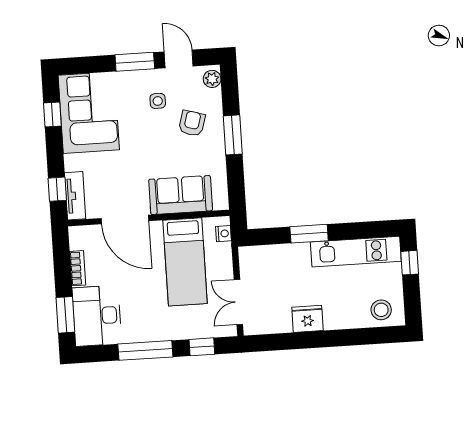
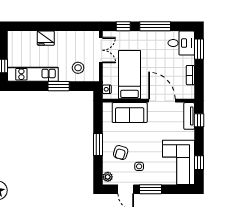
stool: (381, 310) -> (78, 68), moved
desk: (97, 316) -> (181, 43), width x0.73
fridge: (307, 319) -> (46, 38), moved

